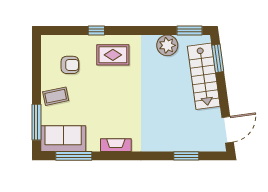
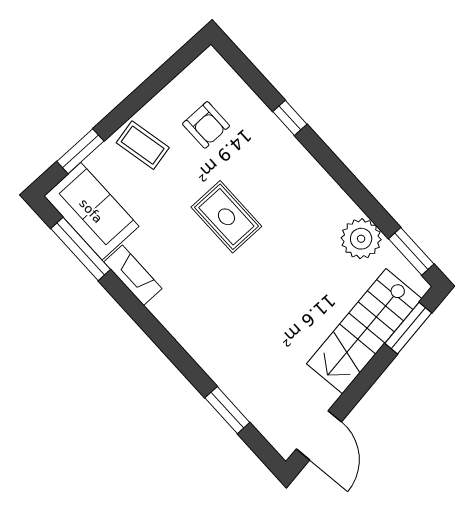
rug: (113, 55) -> (226, 217), moved
window: (36, 122) -> (80, 151), width x0.69
door: (228, 130) -> (319, 435), hinge flipped
fireplace: (116, 145) -> (133, 275), moved

